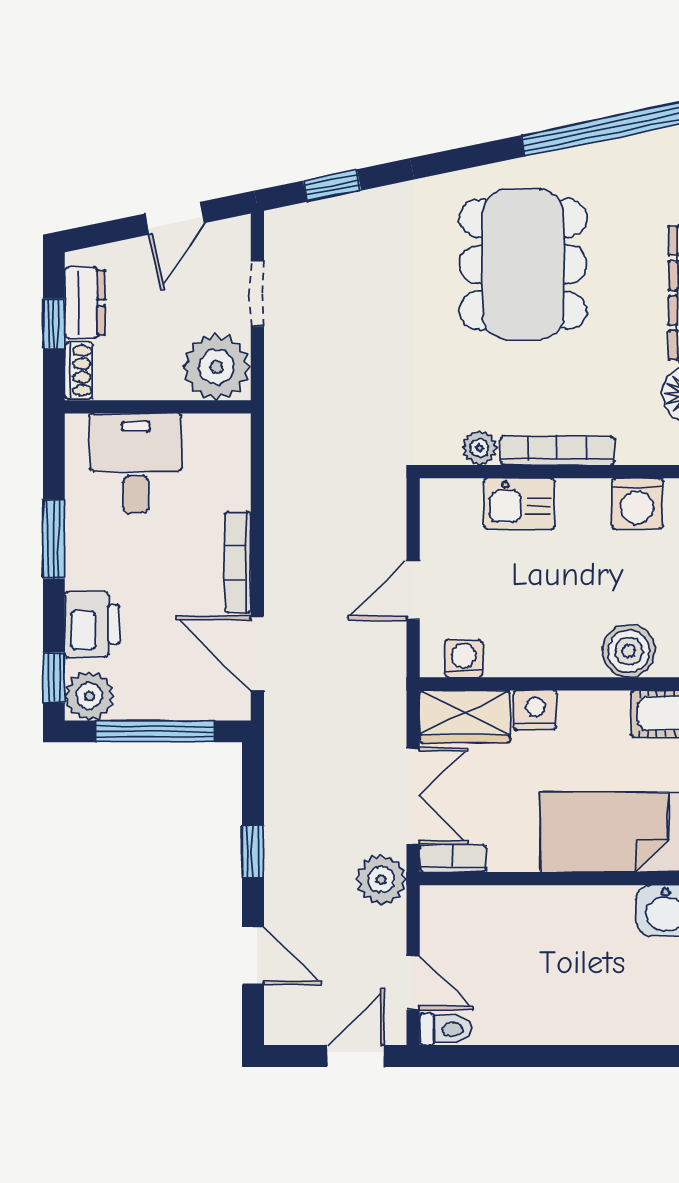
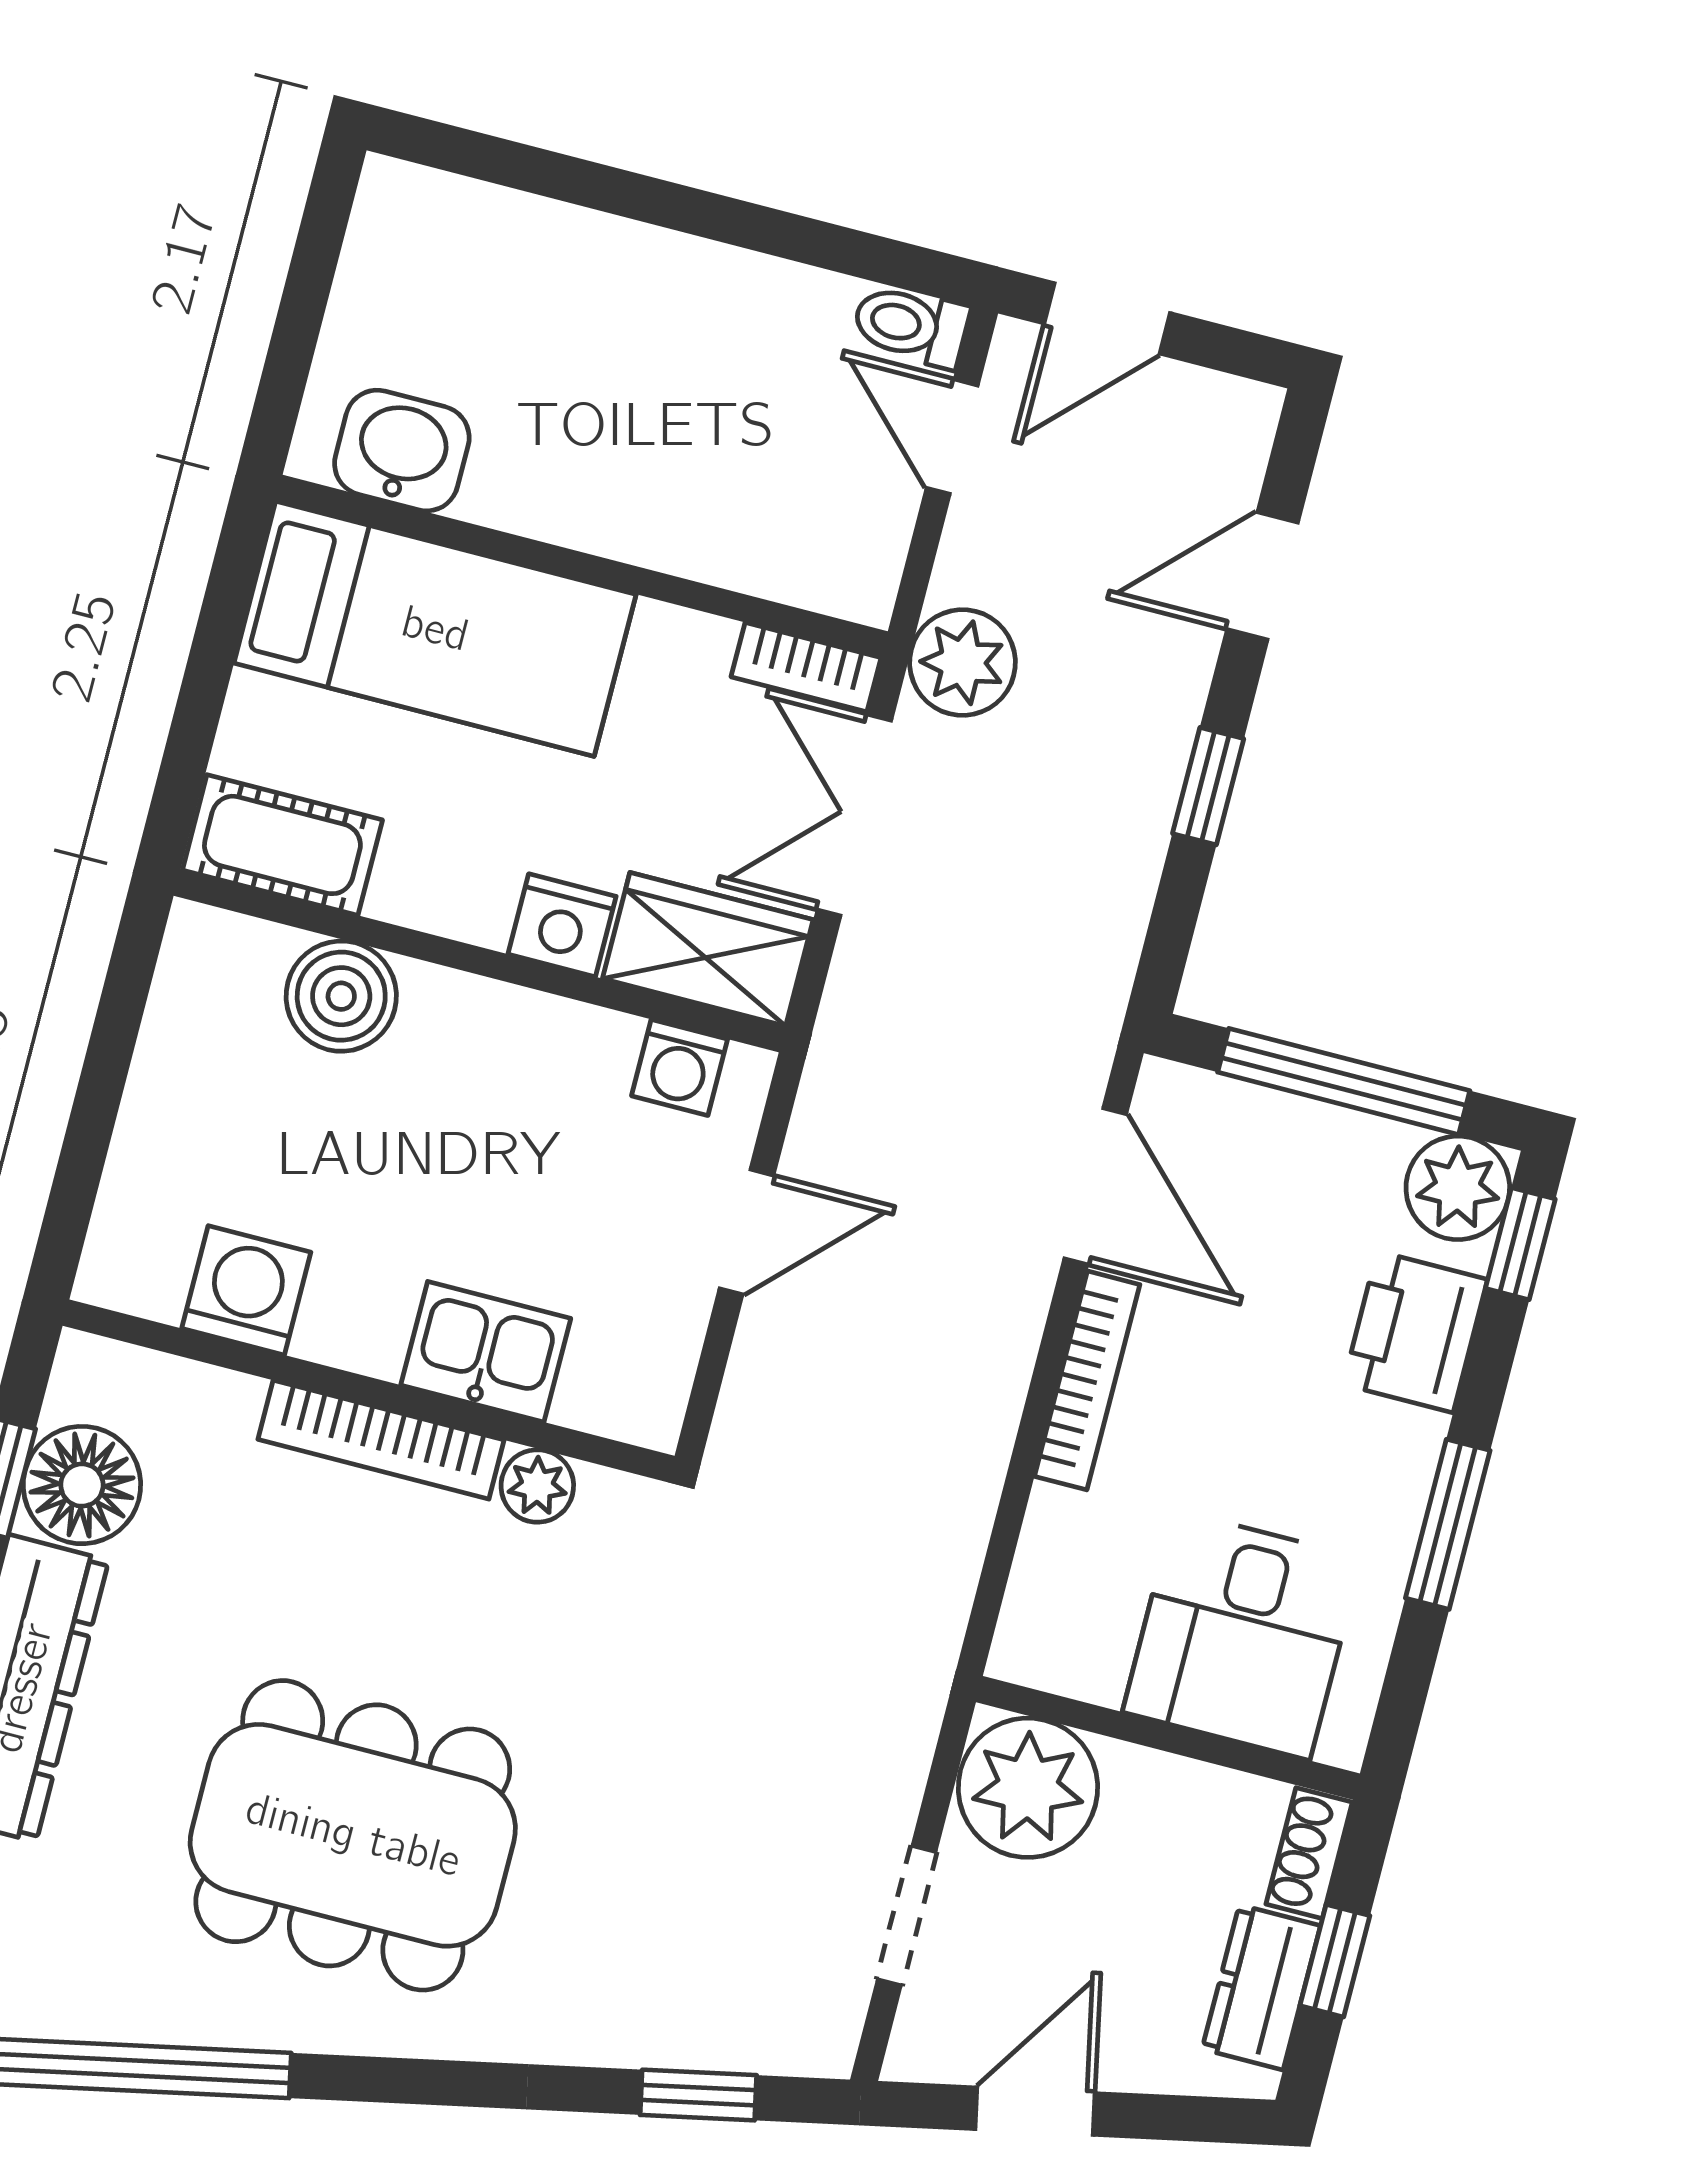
dining table: (523, 264) -> (353, 1835), turned 90
door: (253, 955) -> (1262, 576), hinge flipped

